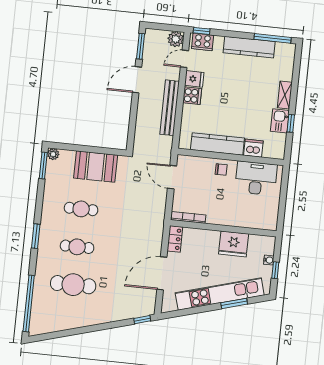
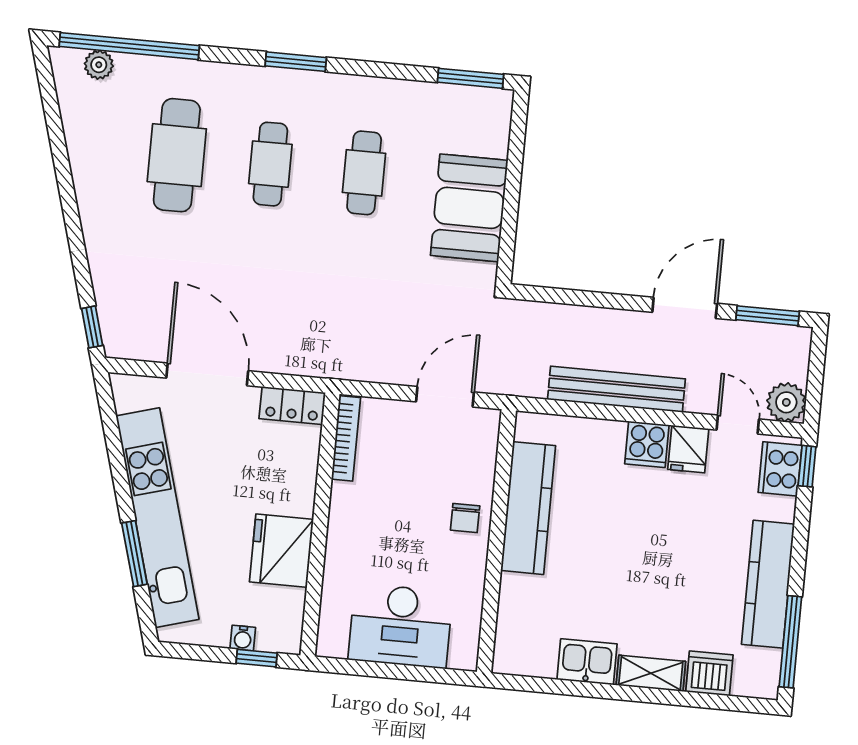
door: (137, 80) -> (685, 308), hinge flipped
window: (291, 123) -> (581, 689), removed
dishwasher: (253, 148) -> (709, 673), moved, turned -90
plant: (53, 154) -> (99, 65), moved
desk: (256, 178) -> (400, 626), moved, turned 90
window: (275, 270) -> (257, 658), moved

